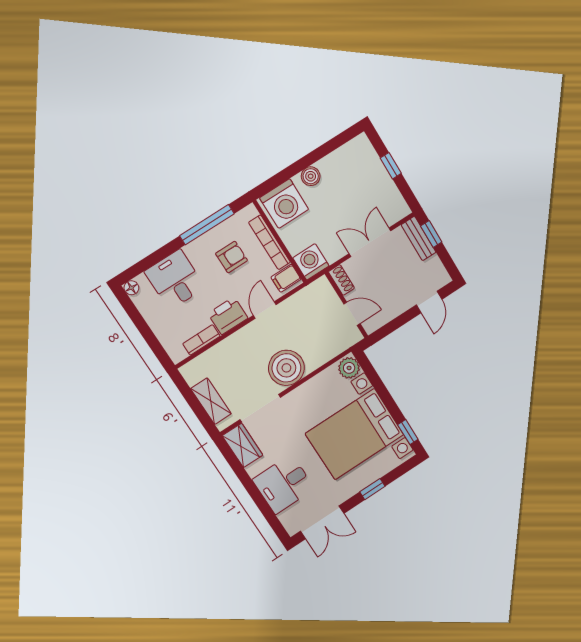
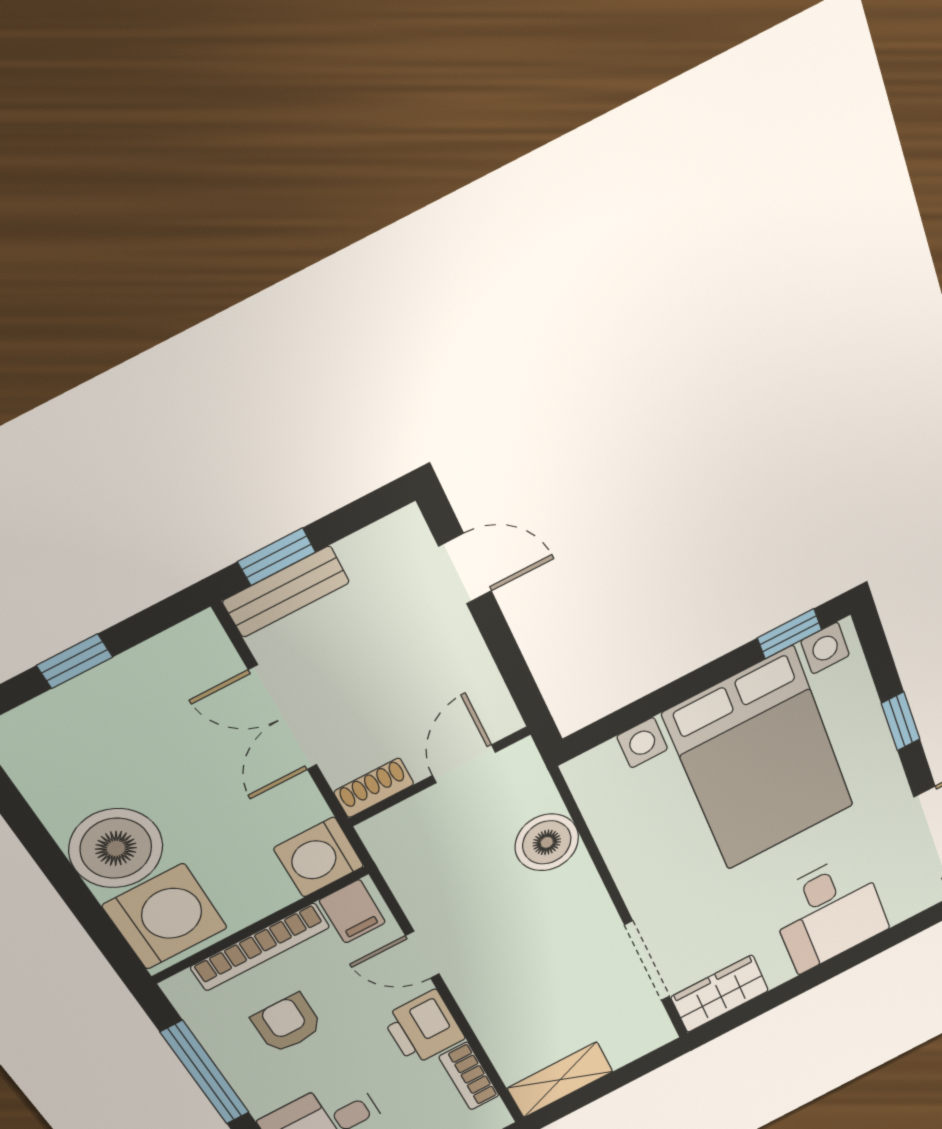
boiler: (311, 176) -> (116, 848), width x1.86, depth x1.86
boiler: (286, 368) -> (547, 842), moved, width x0.73, depth x0.73
plant: (349, 368) -> (597, 772), removed
shelving: (211, 401) -> (560, 1080), moved

